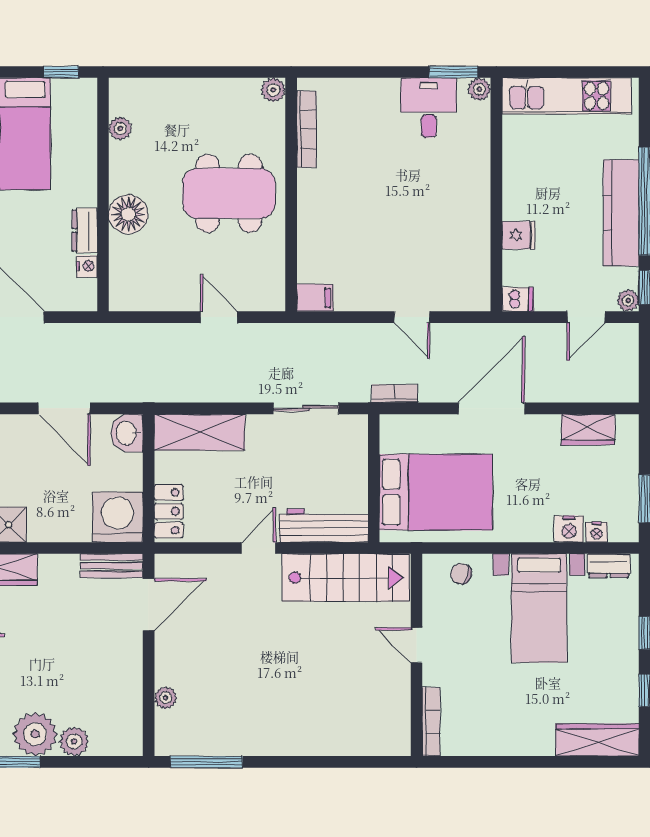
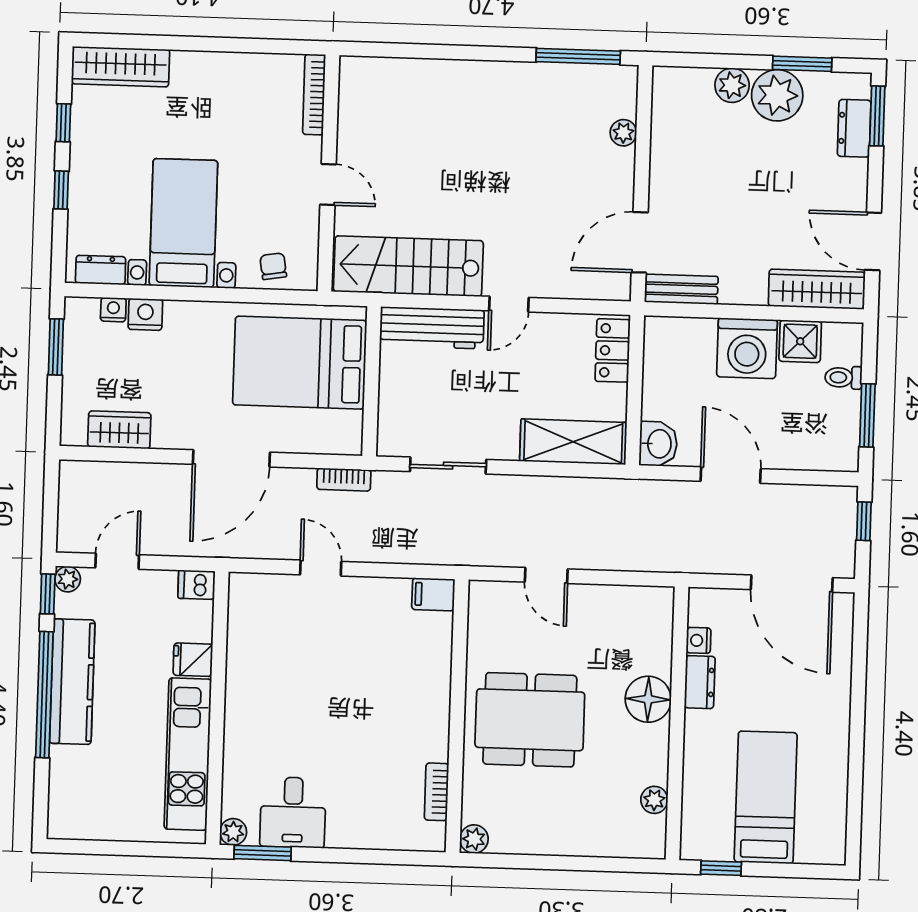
kitchen unit: (567, 96) -> (188, 754), moved, turned -90
bookcase: (307, 129) -> (437, 792), width x0.64
washing machine: (118, 517) -> (747, 348), moved
chair: (461, 574) -> (273, 266), turned -117

